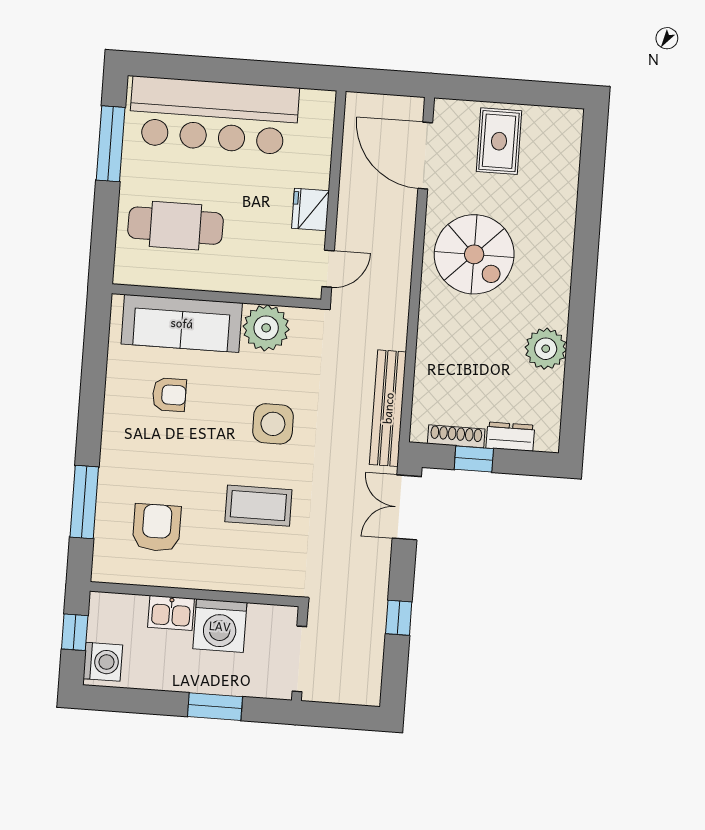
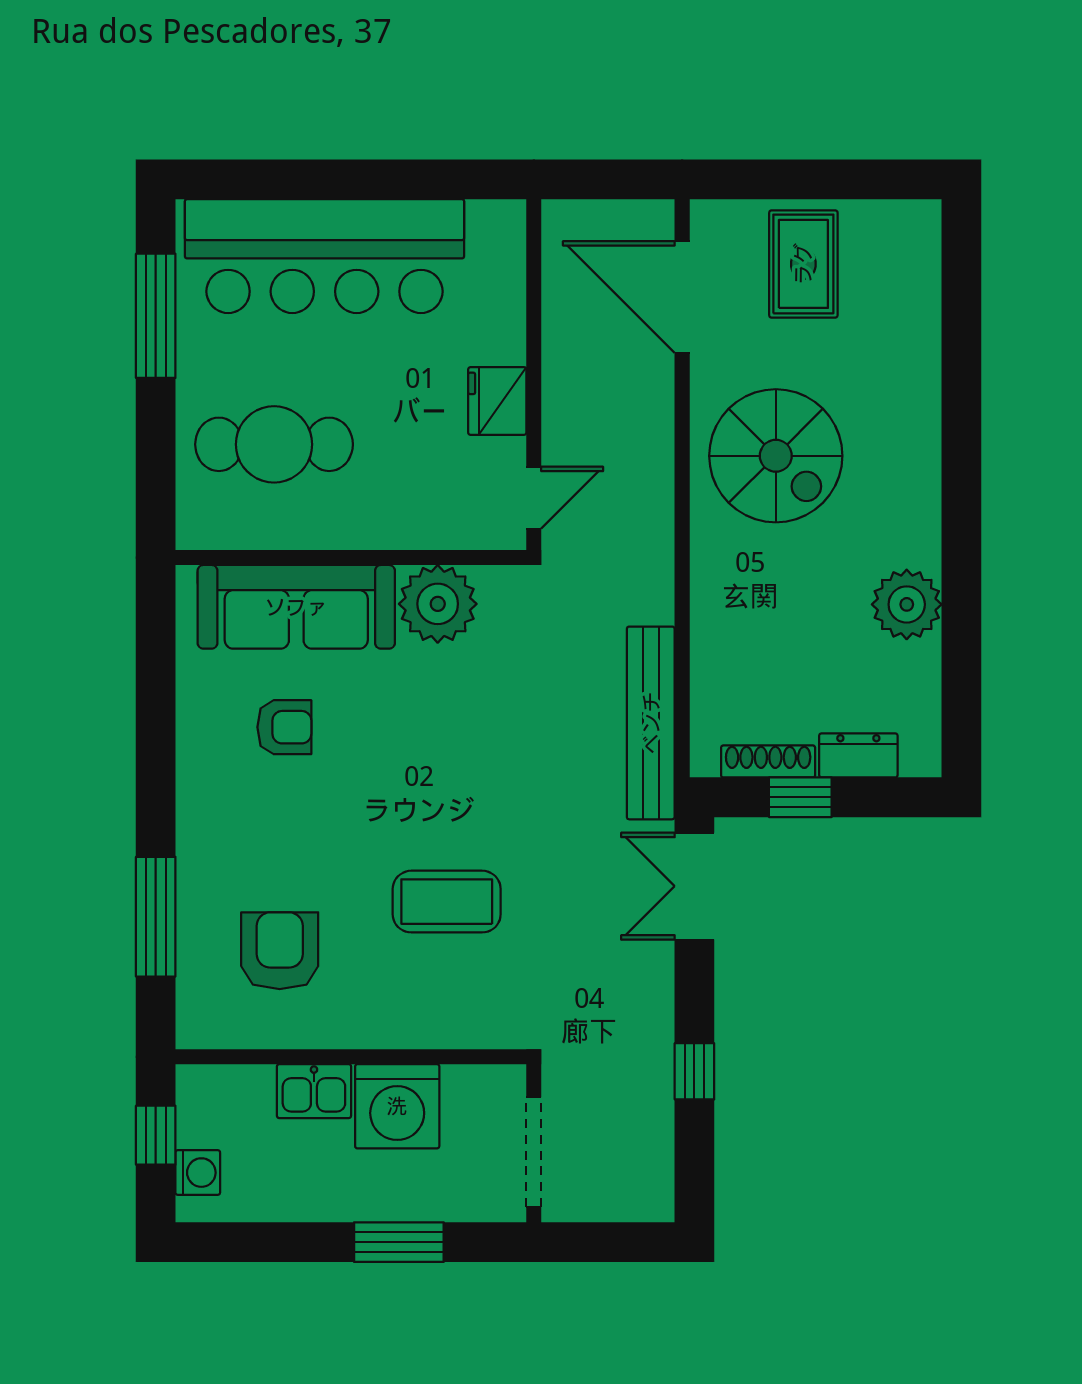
side table: (273, 424) -> (461, 763), removed
washing machine: (103, 662) -> (198, 1173), width x0.73, depth x0.73

